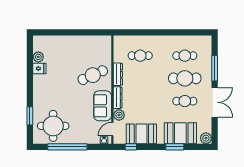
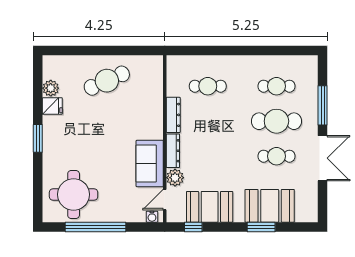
cafe table: (93, 75) -> (107, 81), moved
window: (30, 116) -> (38, 138), moved
plant: (206, 138) -> (309, 213), removed

